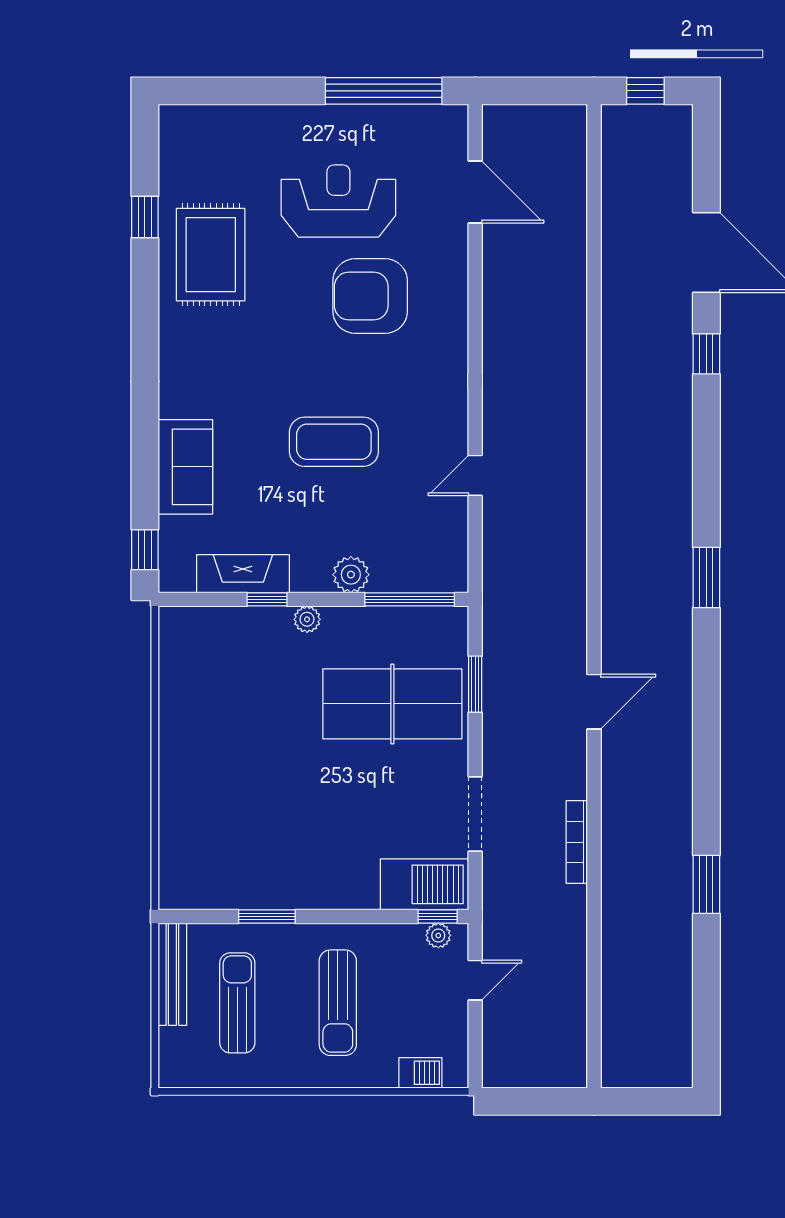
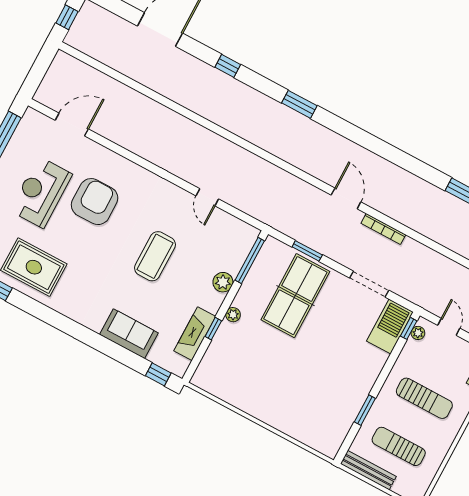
armchair: (370, 296) -> (95, 202), turned 180
window: (706, 354) -> (228, 66), moved
window: (706, 578) -> (299, 104), moved
bookcase: (577, 842) -> (383, 229), moved

